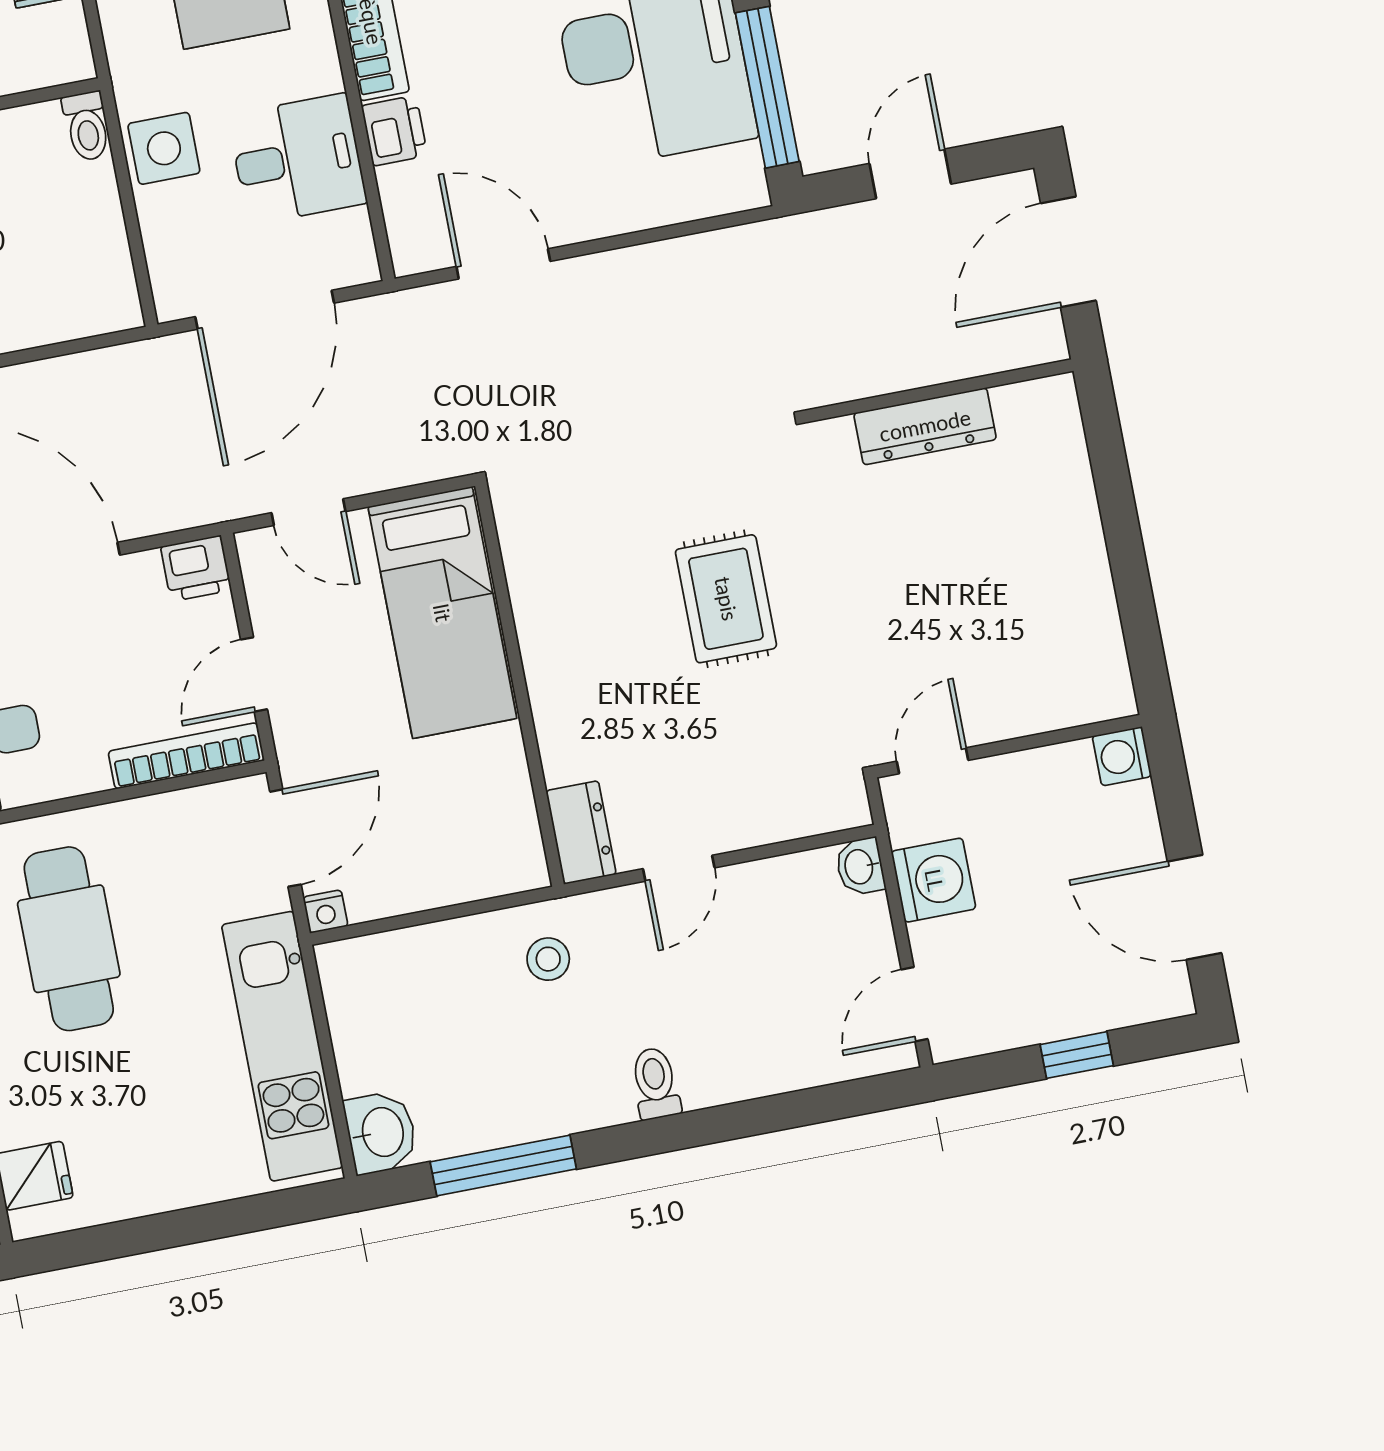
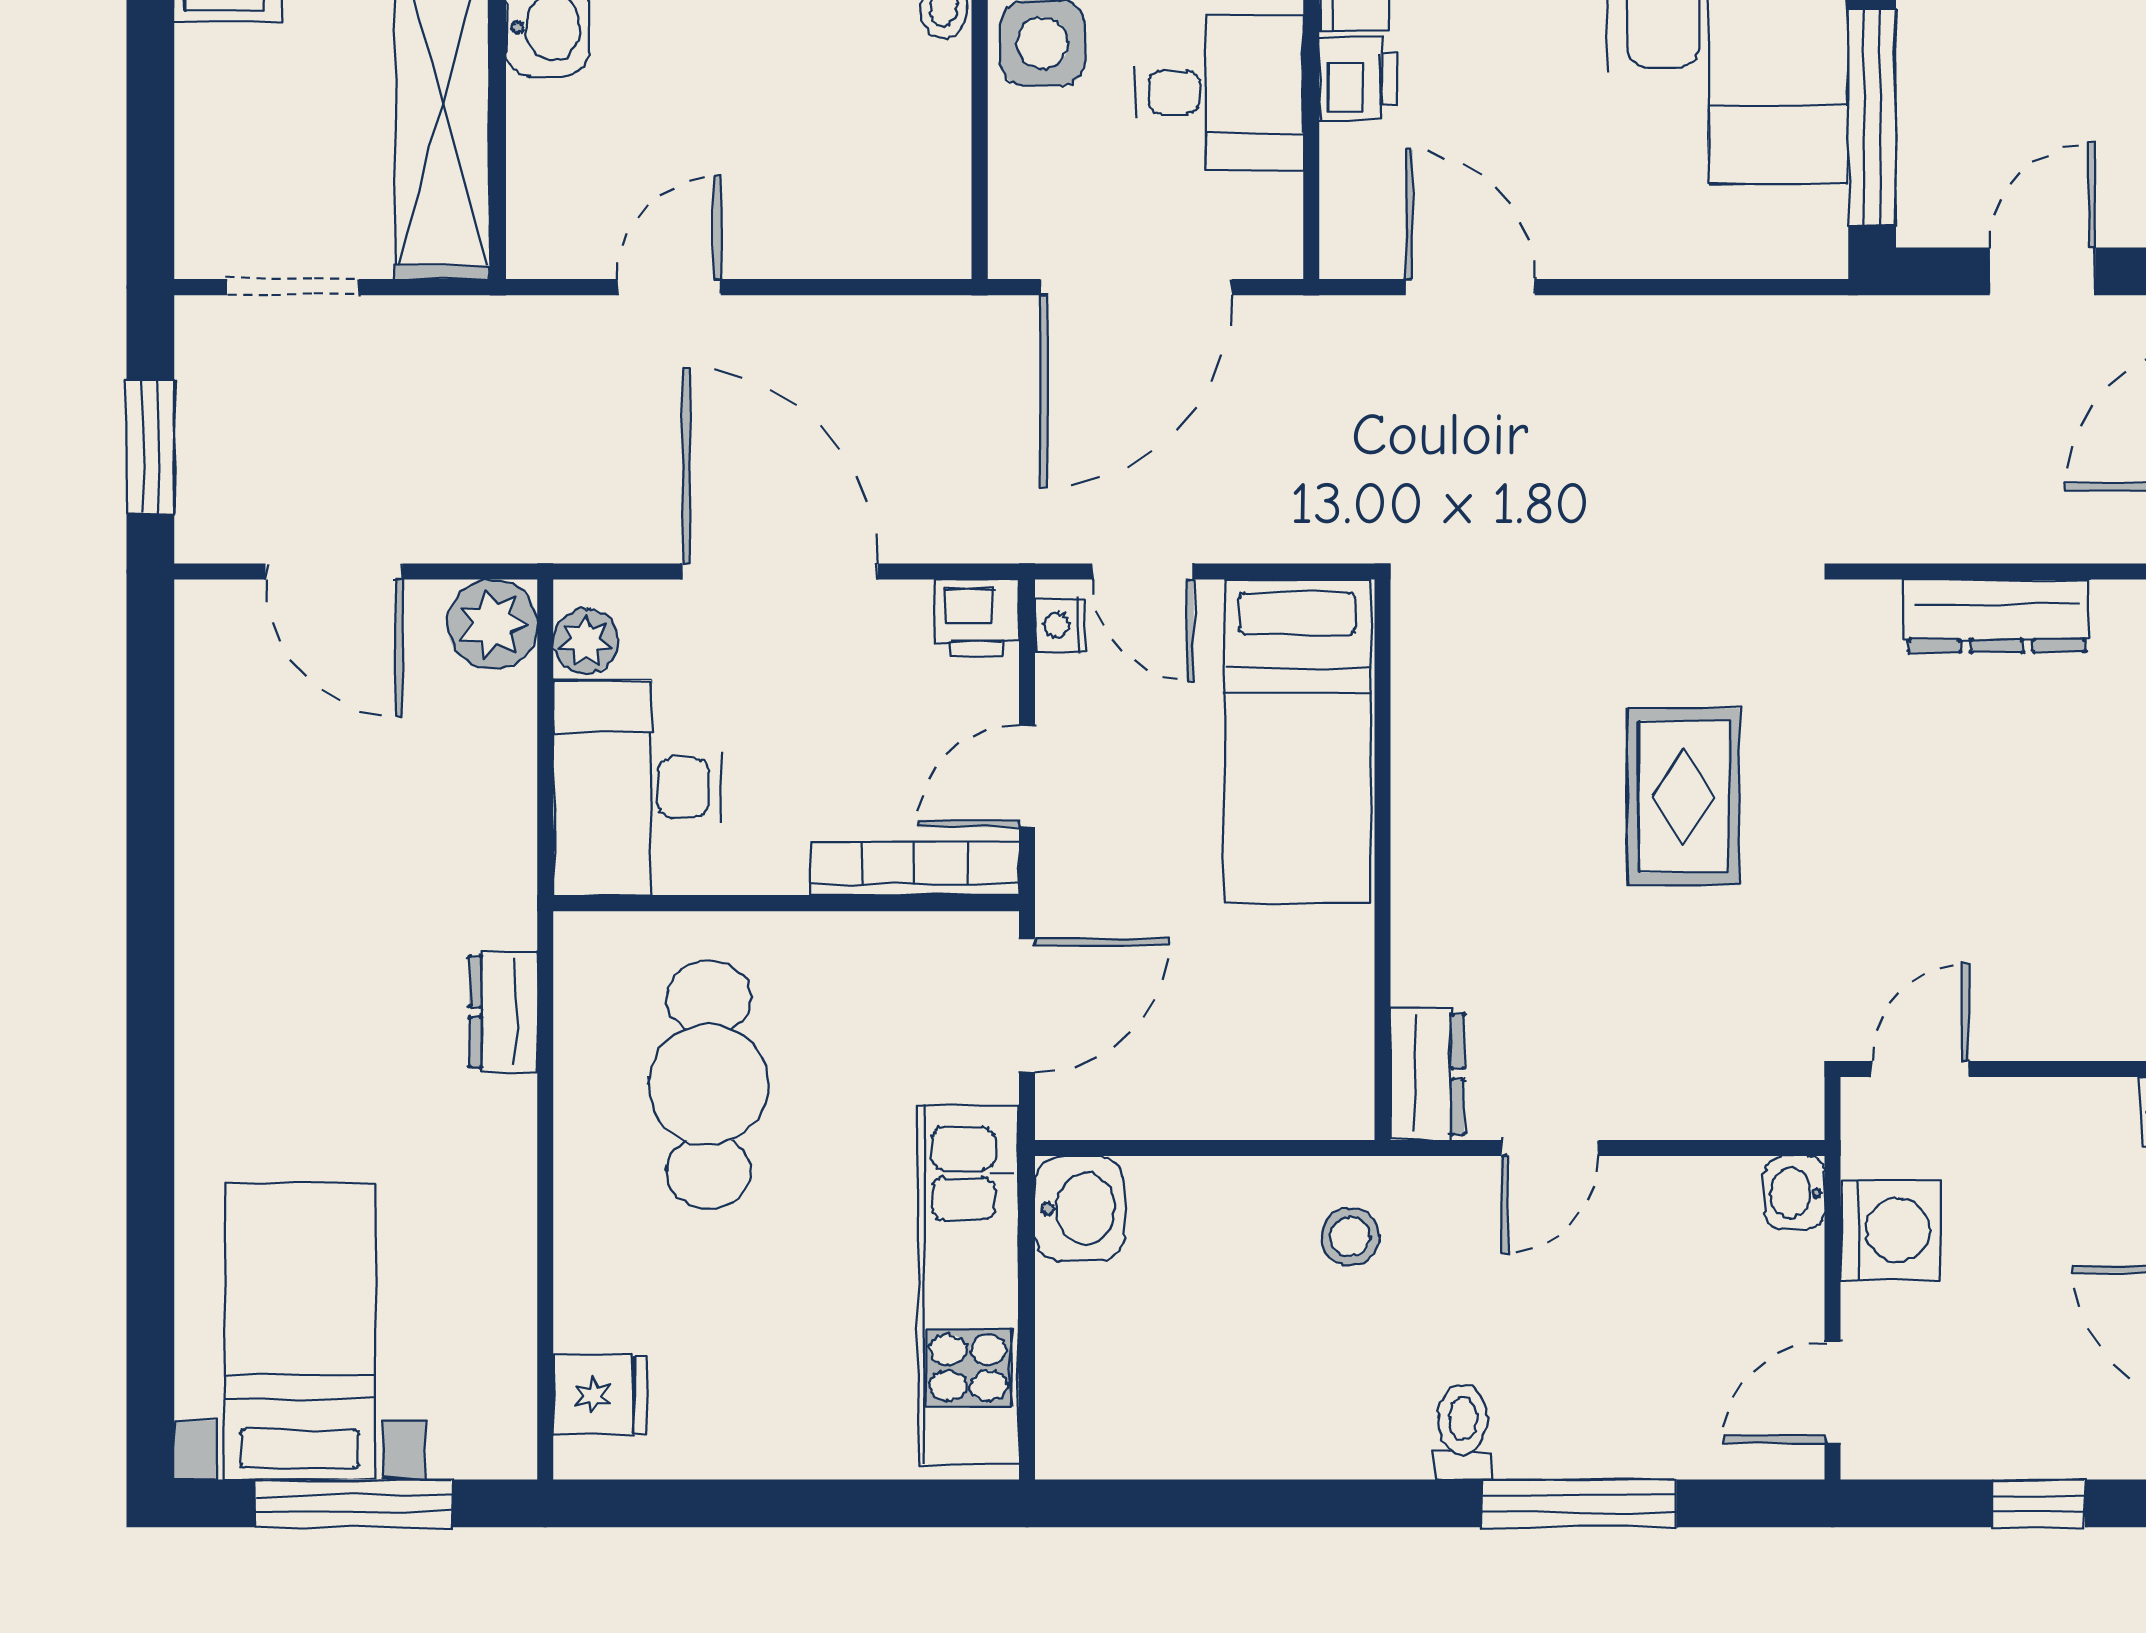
nightstand: (325, 912) -> (1060, 625), moved, turned 90
washbasin: (381, 1132) -> (1080, 1209), moved
window: (503, 1165) -> (1579, 1503), moved

